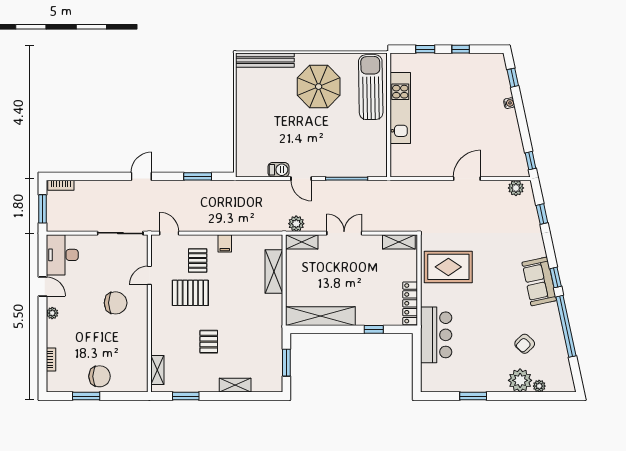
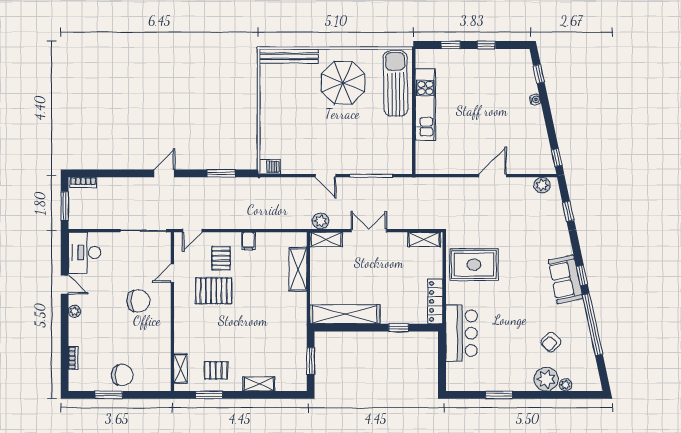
barbecue: (279, 170) -> (270, 167), moved
door: (169, 233) -> (192, 231), swing flipped
pallet: (209, 342) -> (216, 370), moved, turned 90

